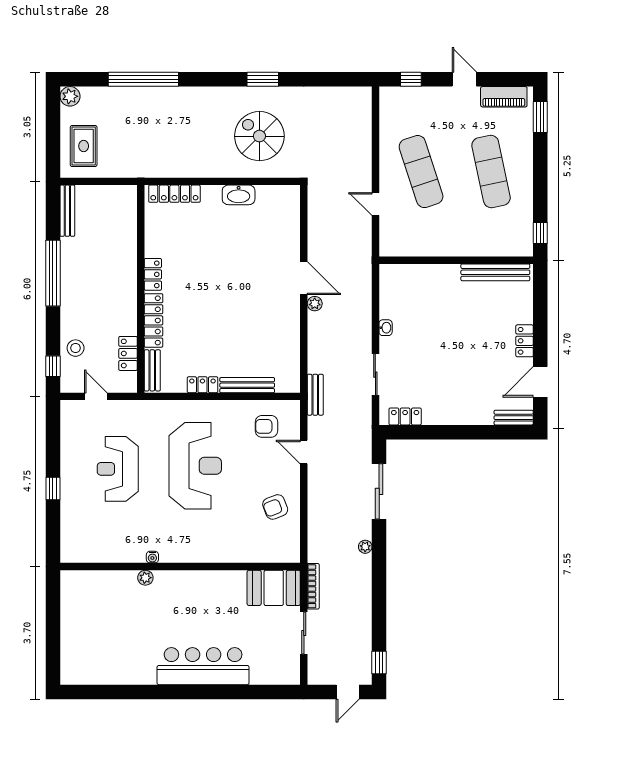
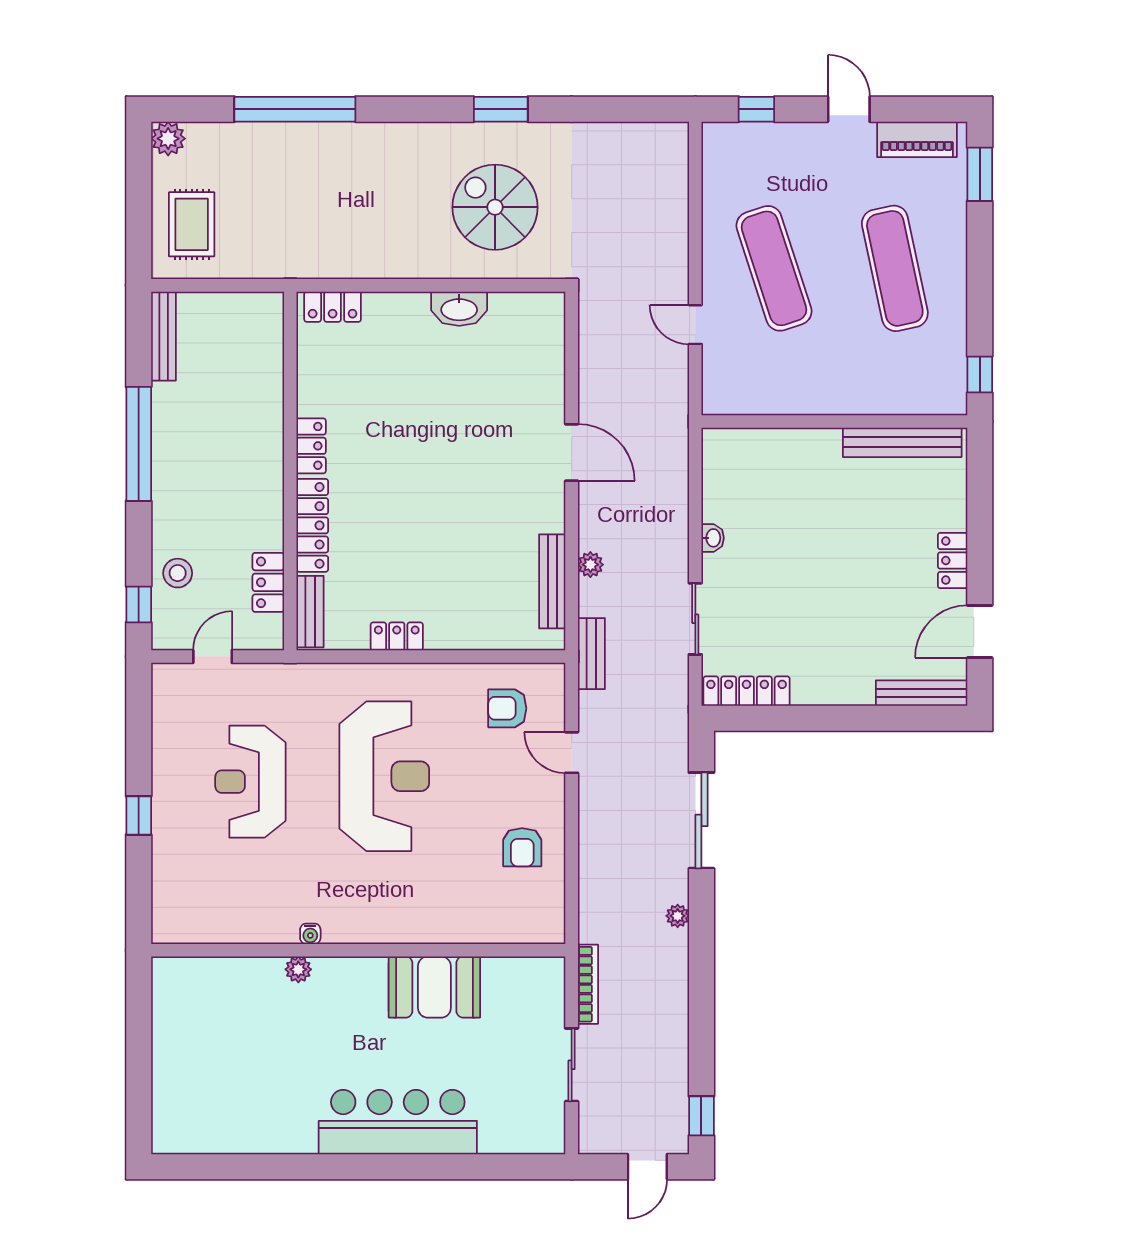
locker: (174, 194) -> (333, 307), width x0.66
plant: (315, 304) -> (590, 565), moved
bench: (247, 385) -> (552, 581), moved, turned 90
door: (96, 396) -> (213, 656), hinge flipped
locker: (405, 416) -> (746, 691), width x1.53
bench: (514, 418) -> (922, 693), width x1.36
armchair: (275, 507) -> (522, 847), turned -69
booth: (274, 588) -> (434, 987), moved

